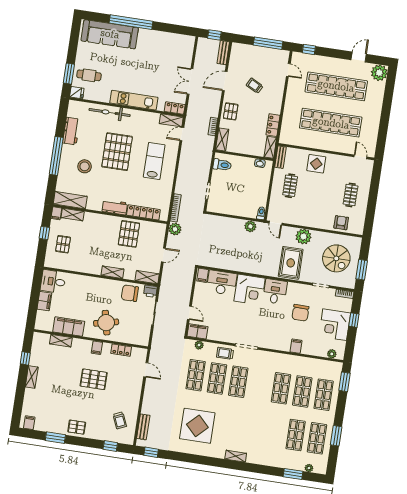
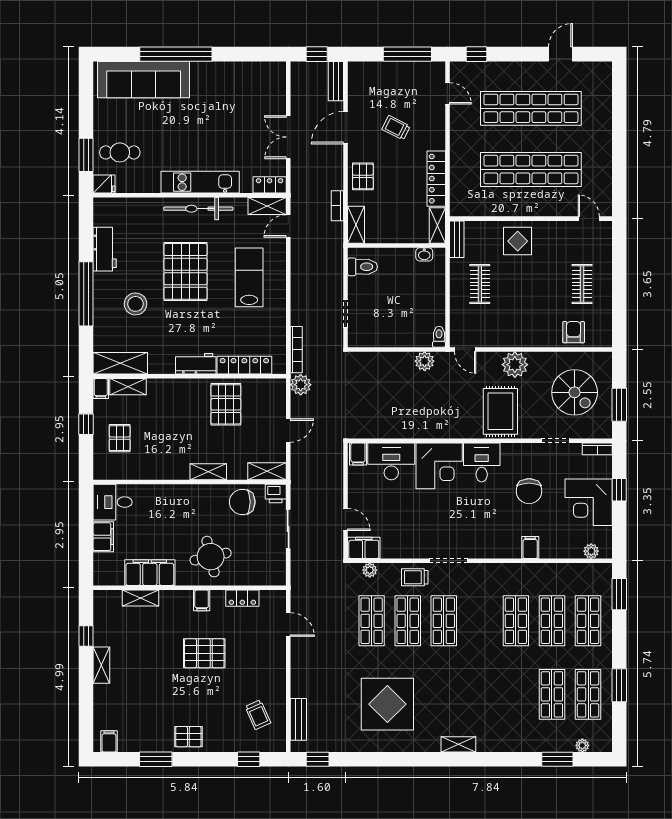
plant: (379, 73) -> (599, 75), removed
bicycle: (110, 112) -> (198, 209), moved
locker: (273, 125) -> (436, 179), width x1.53

